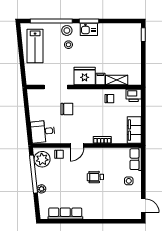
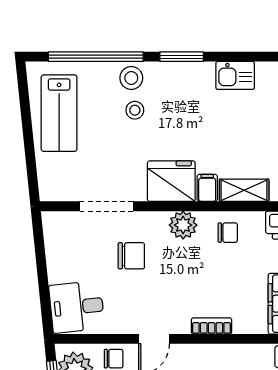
kitchen sink: (89, 29) -> (235, 75), moved
plant: (90, 95) -> (183, 225), added

